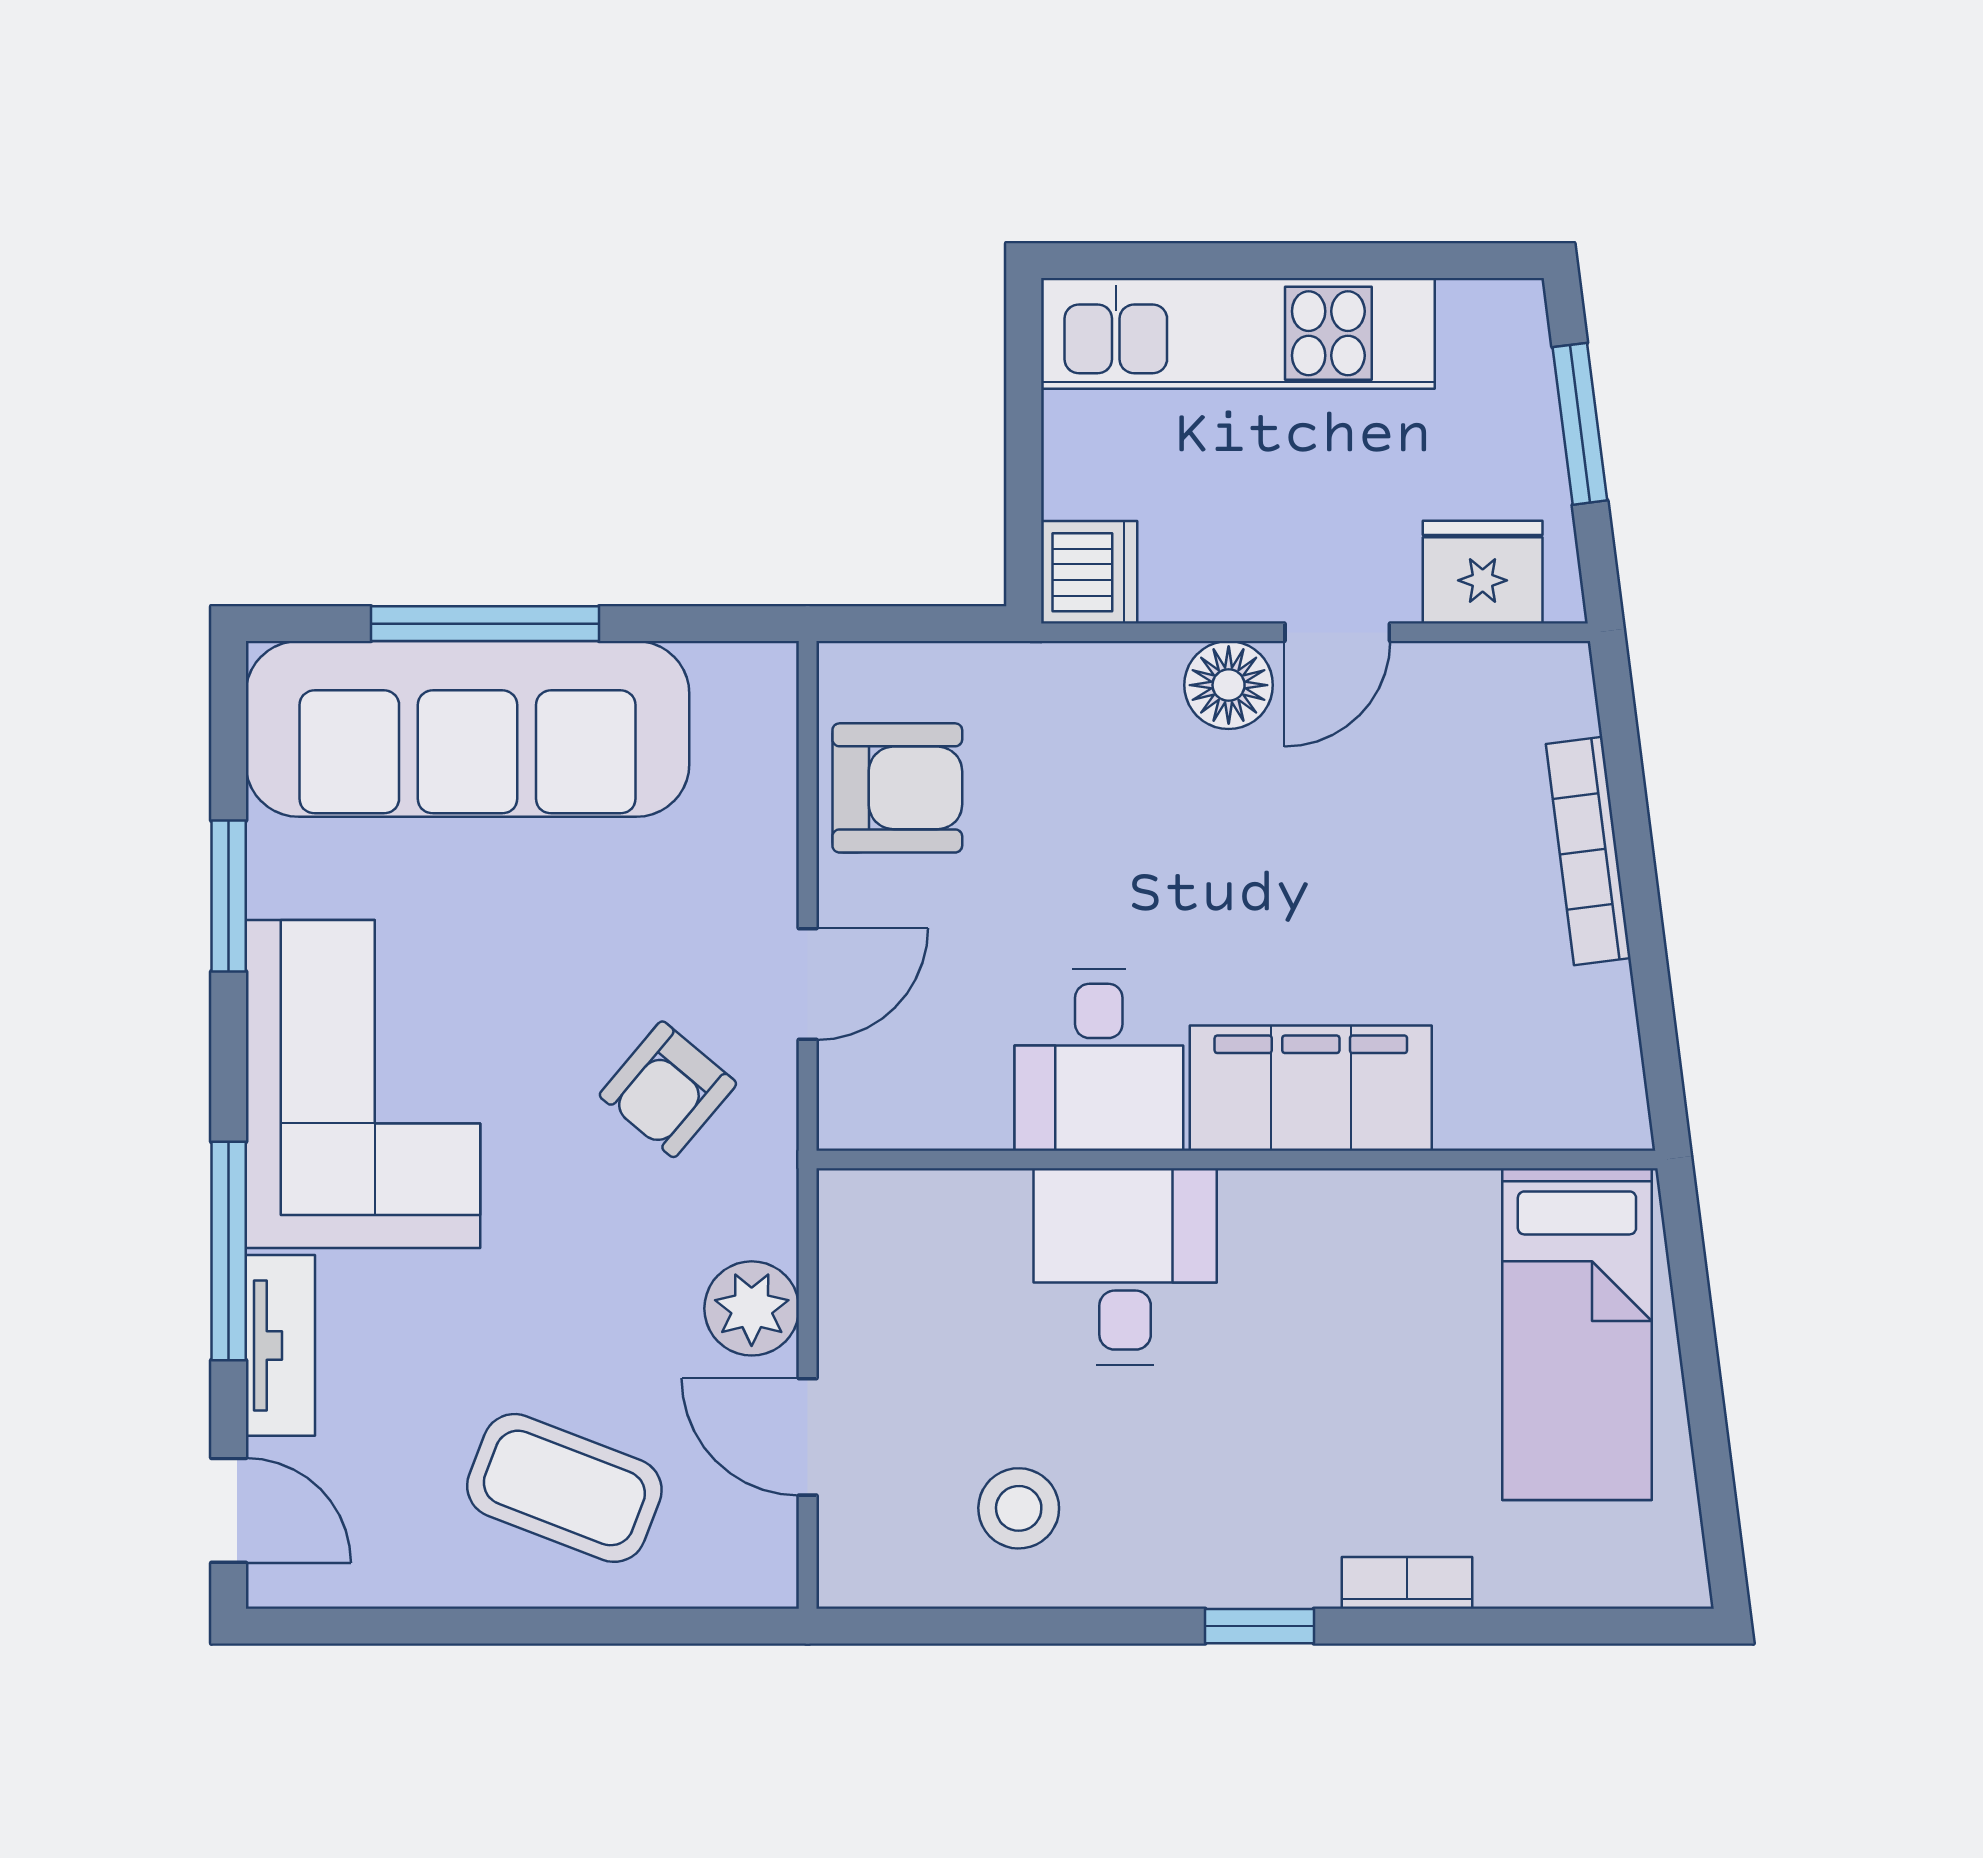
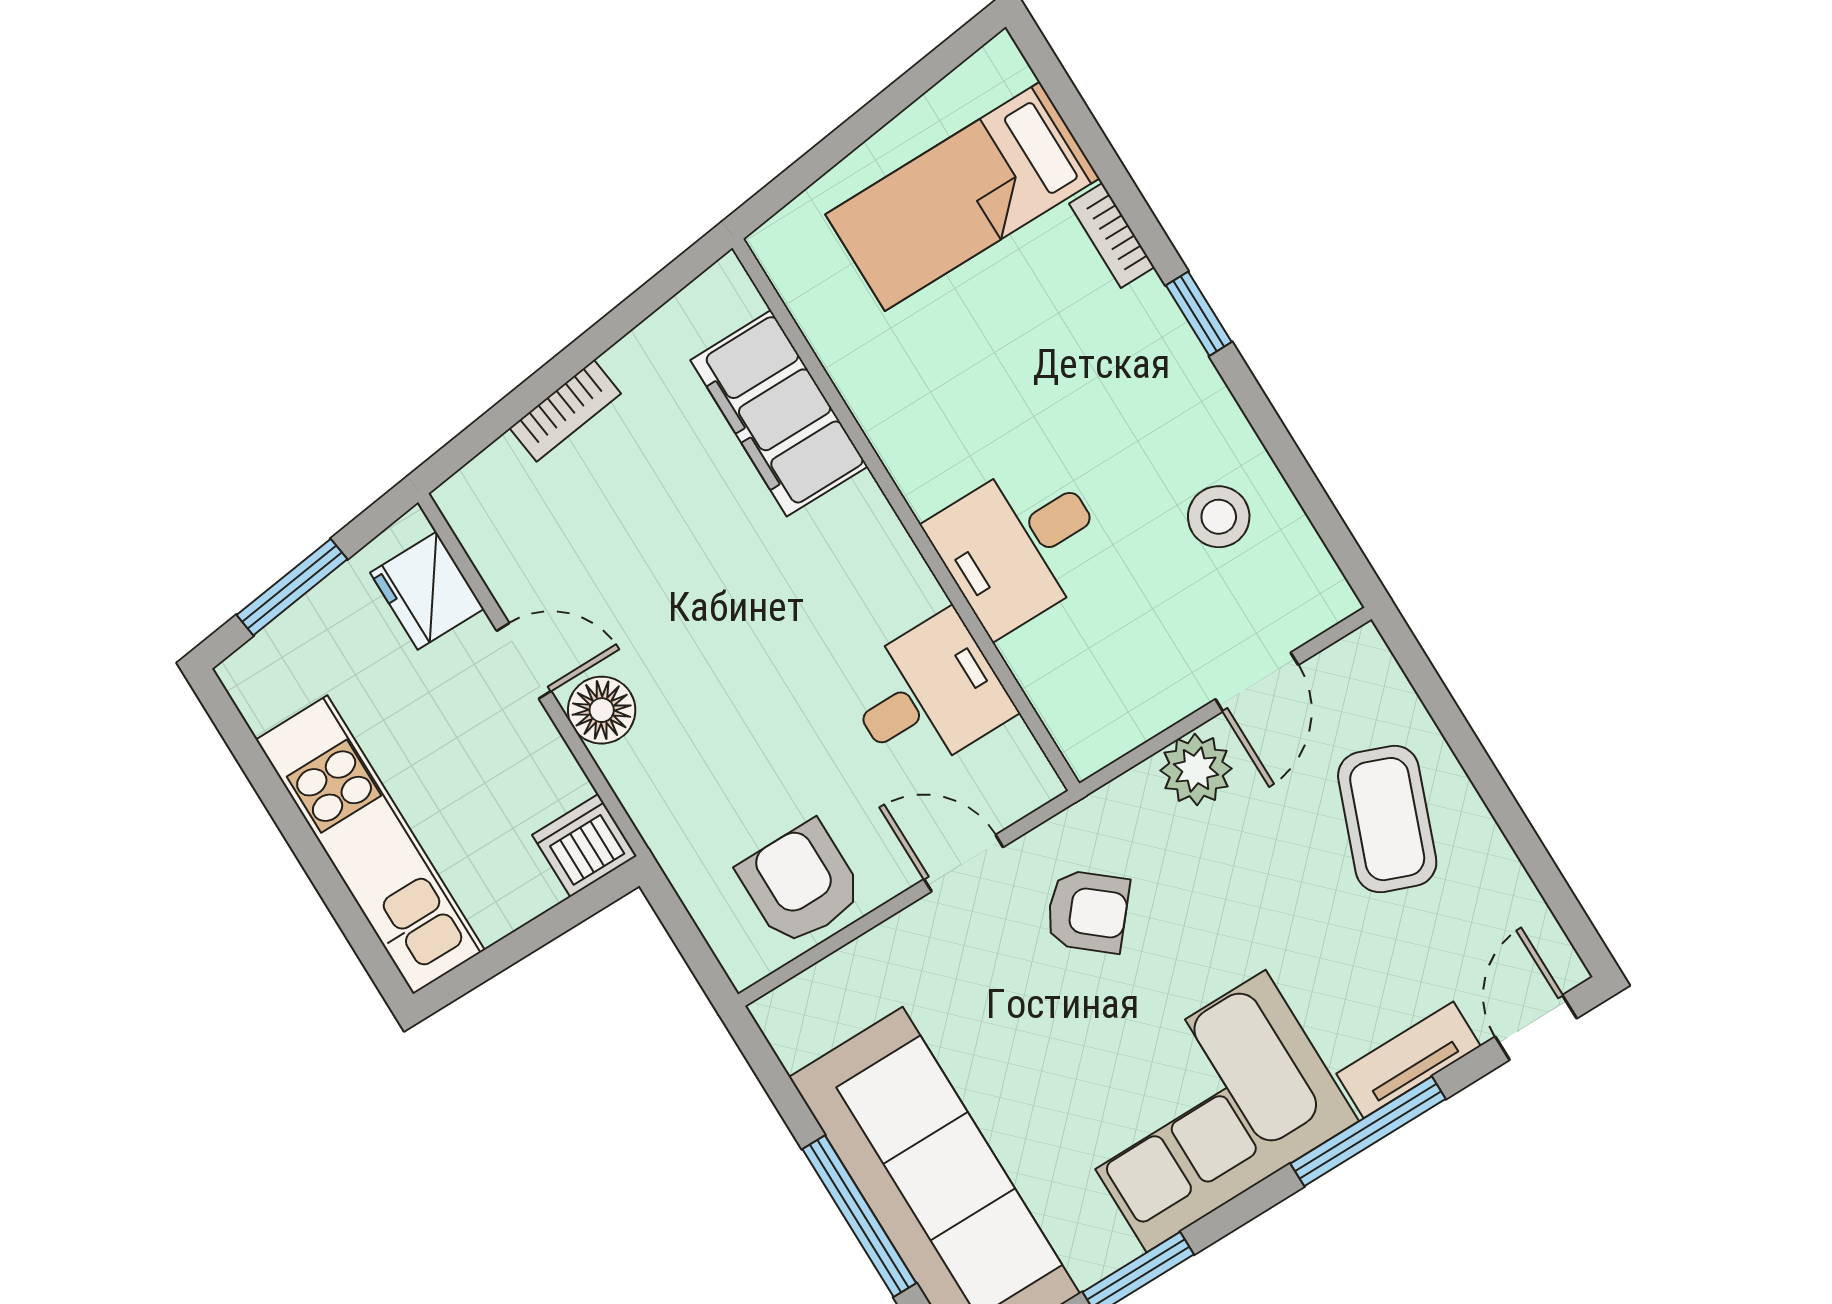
bookcase: (1588, 851) -> (565, 411), width x0.64
desk: (1099, 1060) -> (928, 695), moved
filing cabinet: (1311, 1088) -> (779, 413), moved
bed: (1577, 1334) -> (962, 196), moved, turned 180

